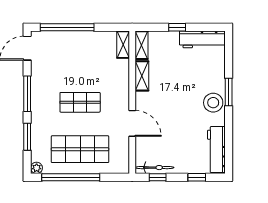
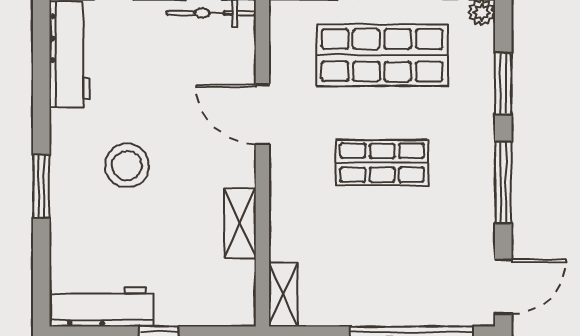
shelving: (141, 45) -> (241, 294), removed
stool: (213, 103) -> (127, 166), moved

